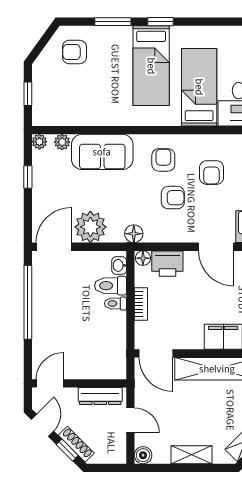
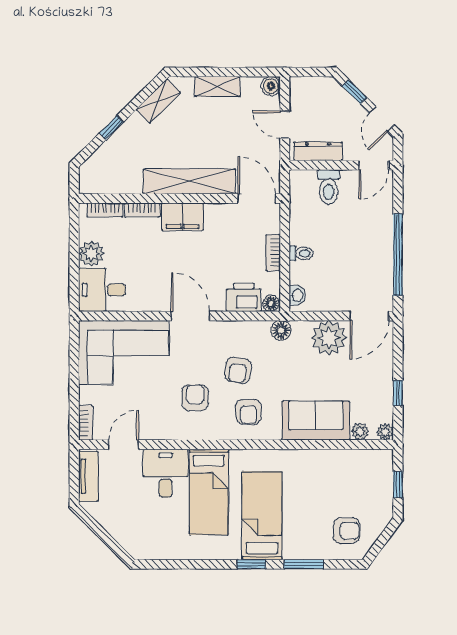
armchair: (173, 198) -> (238, 370), turned -82
toilet: (111, 286) -> (329, 187), moved, turned 90
shoe rack: (76, 444) -> (345, 98), removed

